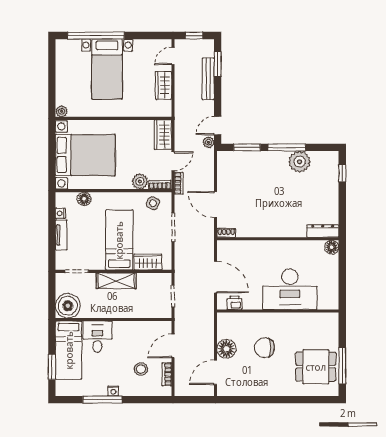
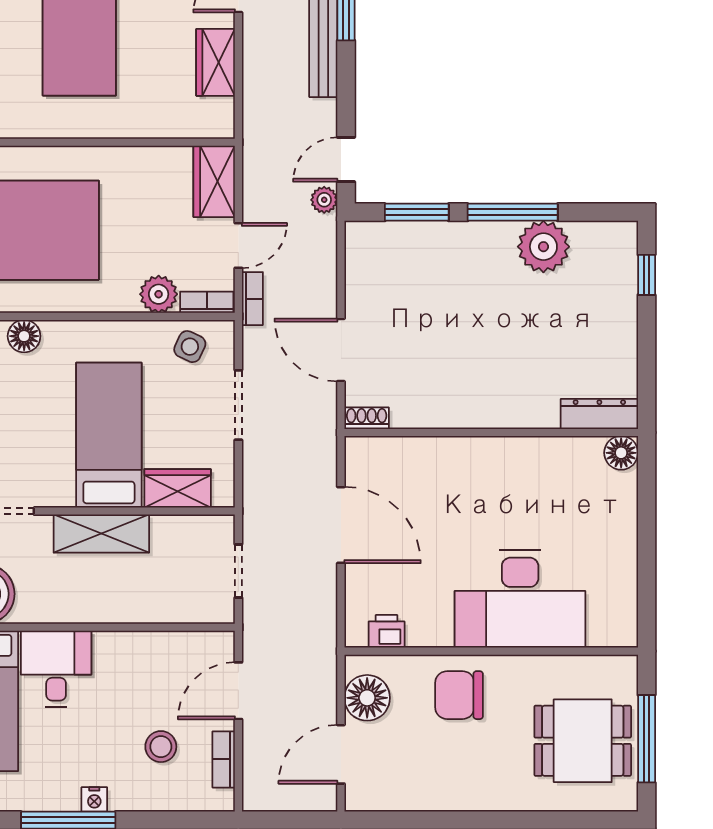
desk: (290, 289) -> (520, 599), moved
printer: (234, 303) -> (387, 631), moved
wall: (278, 311) -> (491, 651), moved

